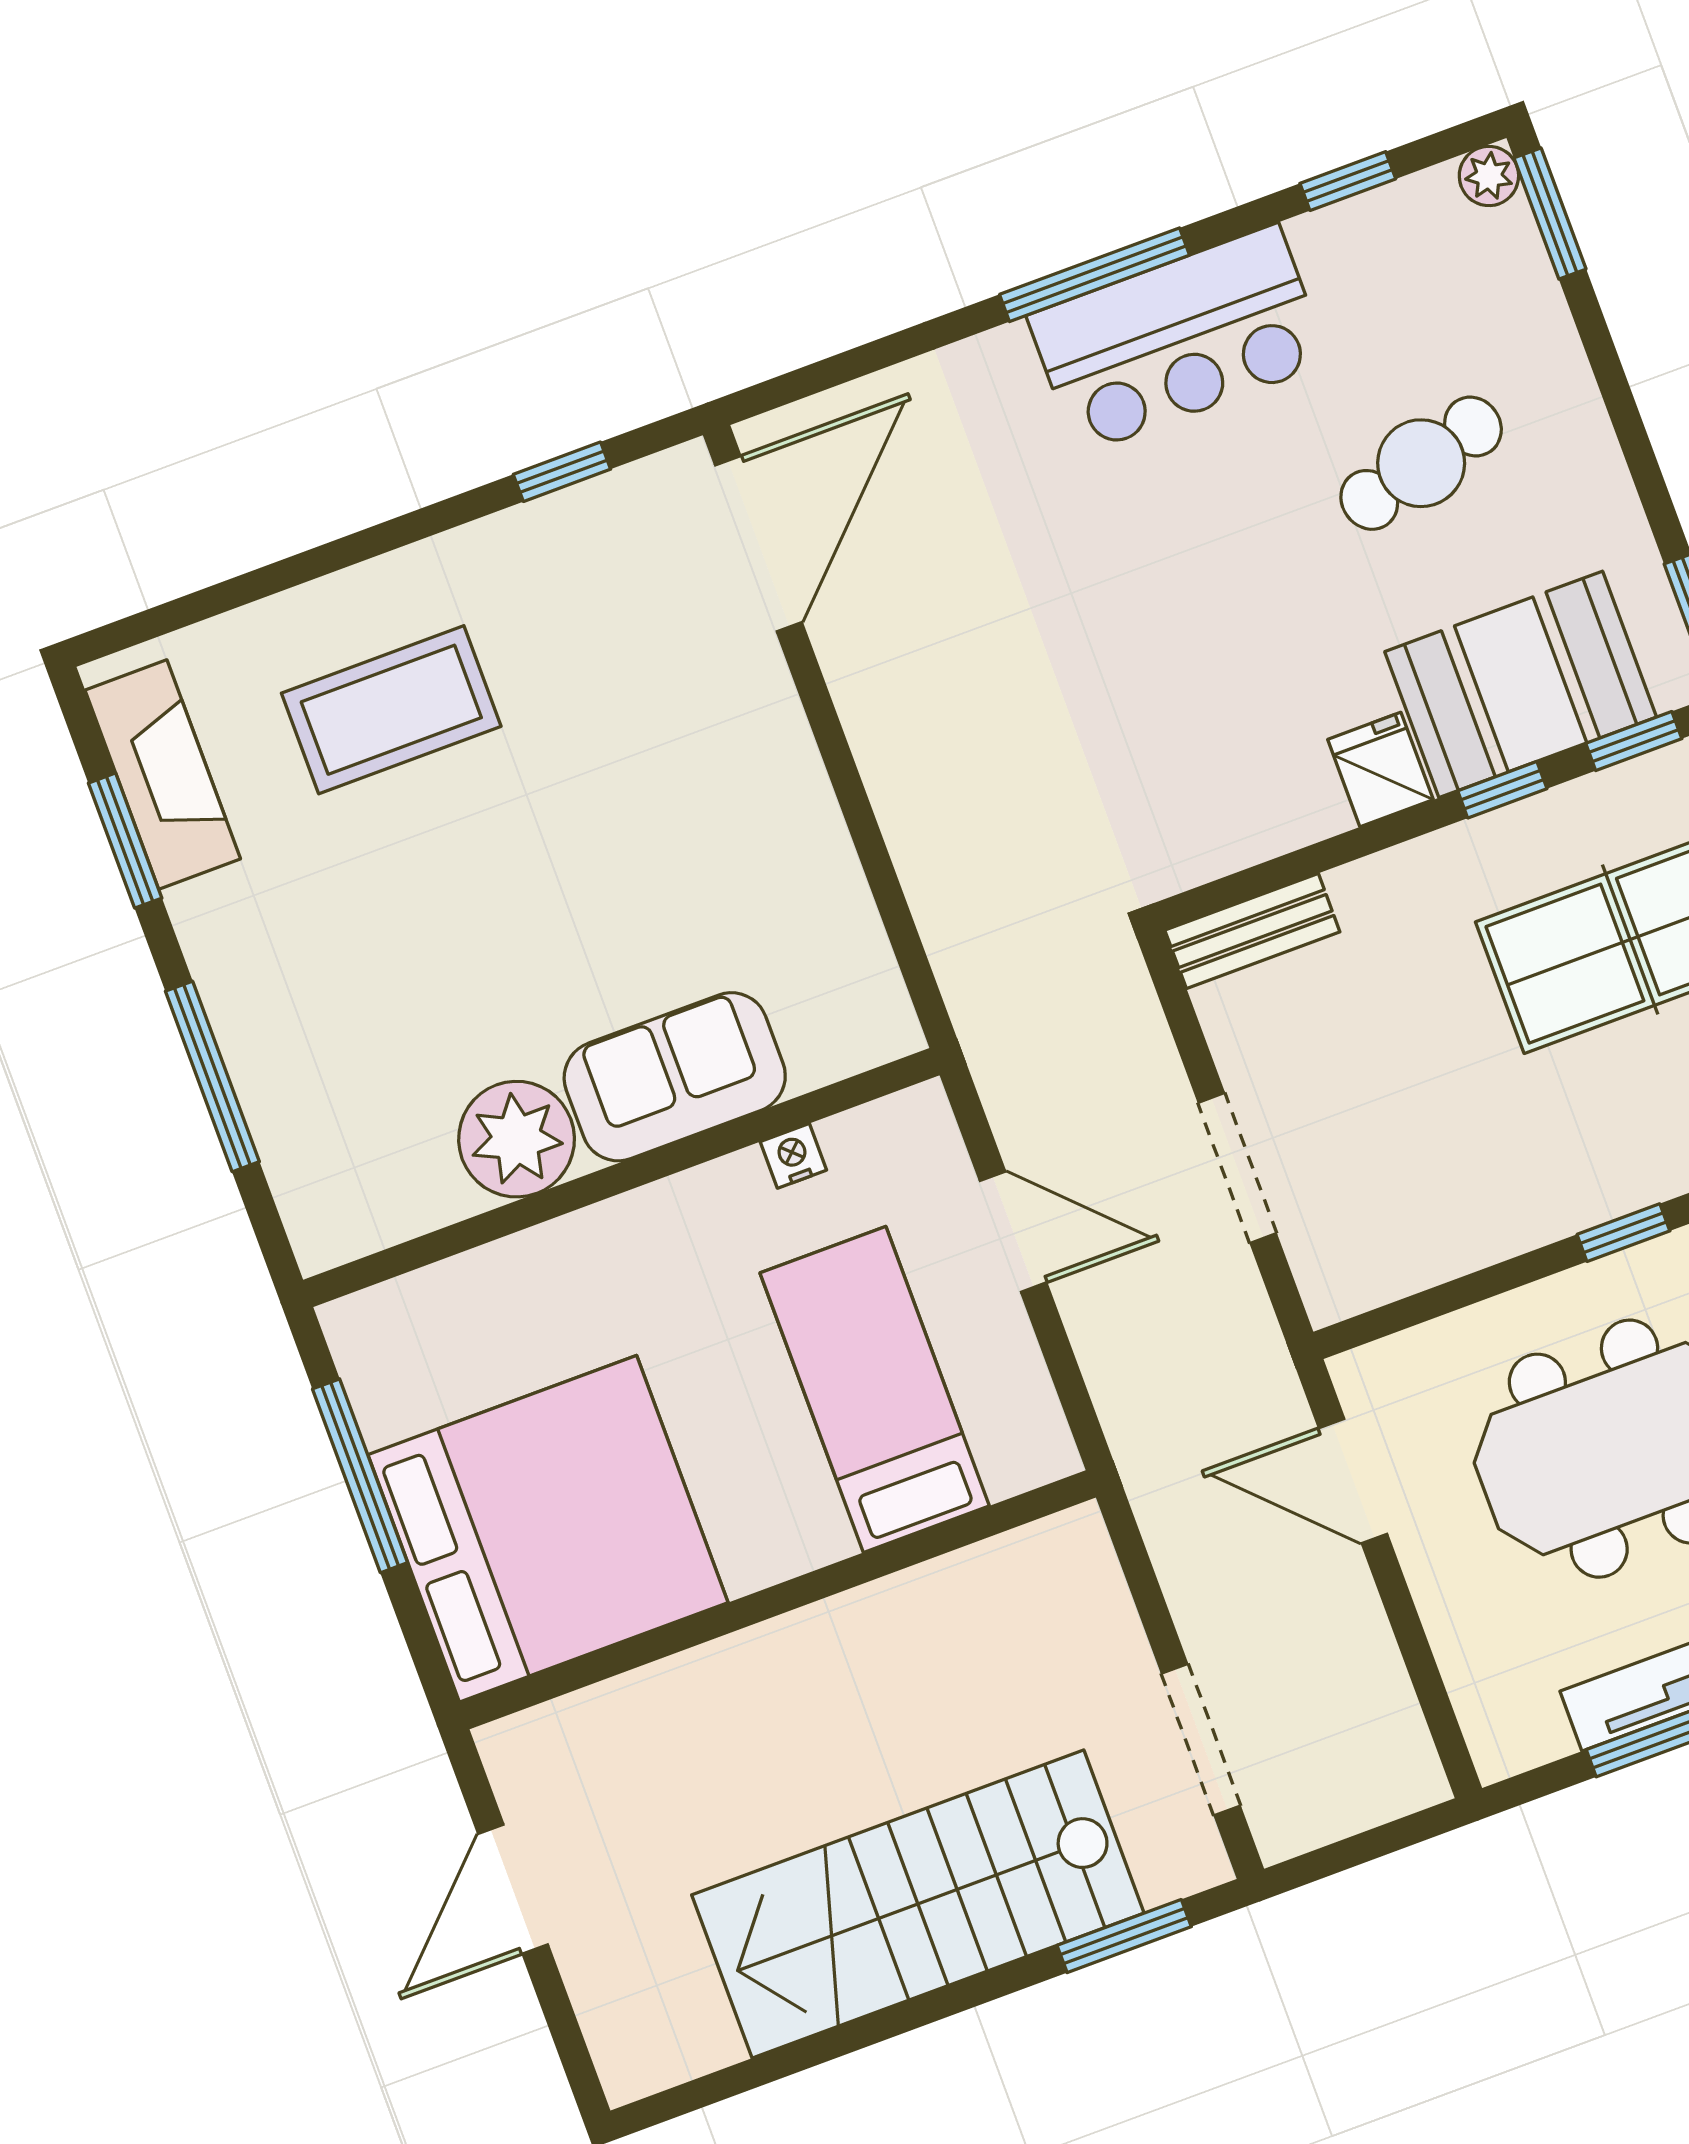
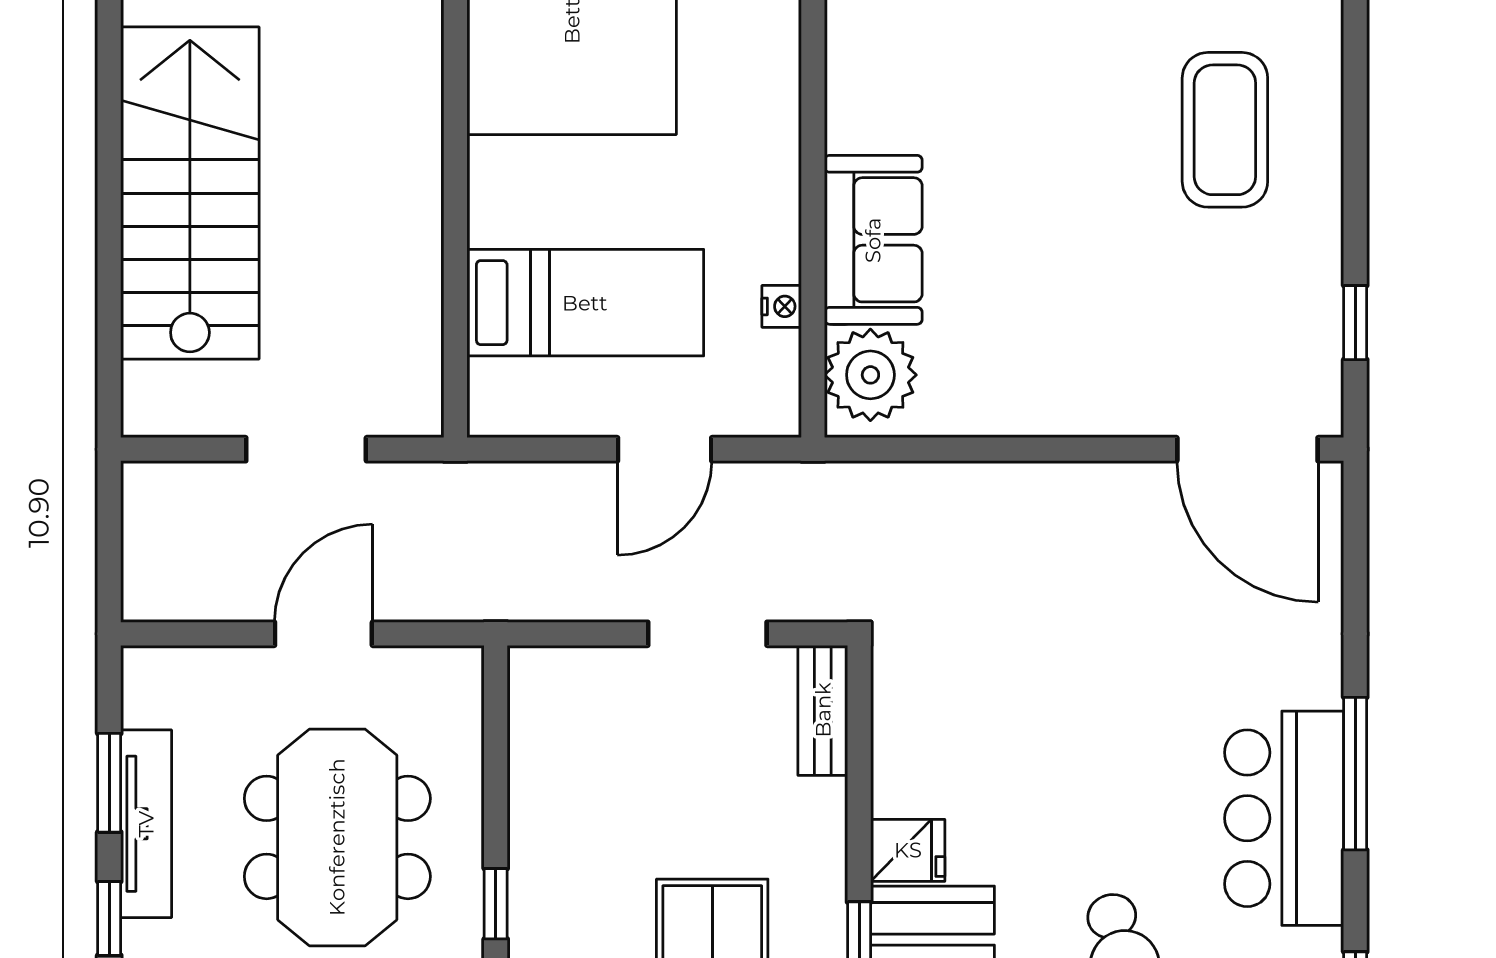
plant: (517, 1139) -> (870, 375), moved
doorway: (1237, 1168) -> (707, 634), moved
door: (1353, 1481) -> (323, 634), moved
doorway: (1201, 1740) -> (306, 449), moved
window: (1124, 1936) -> (109, 338), removed

